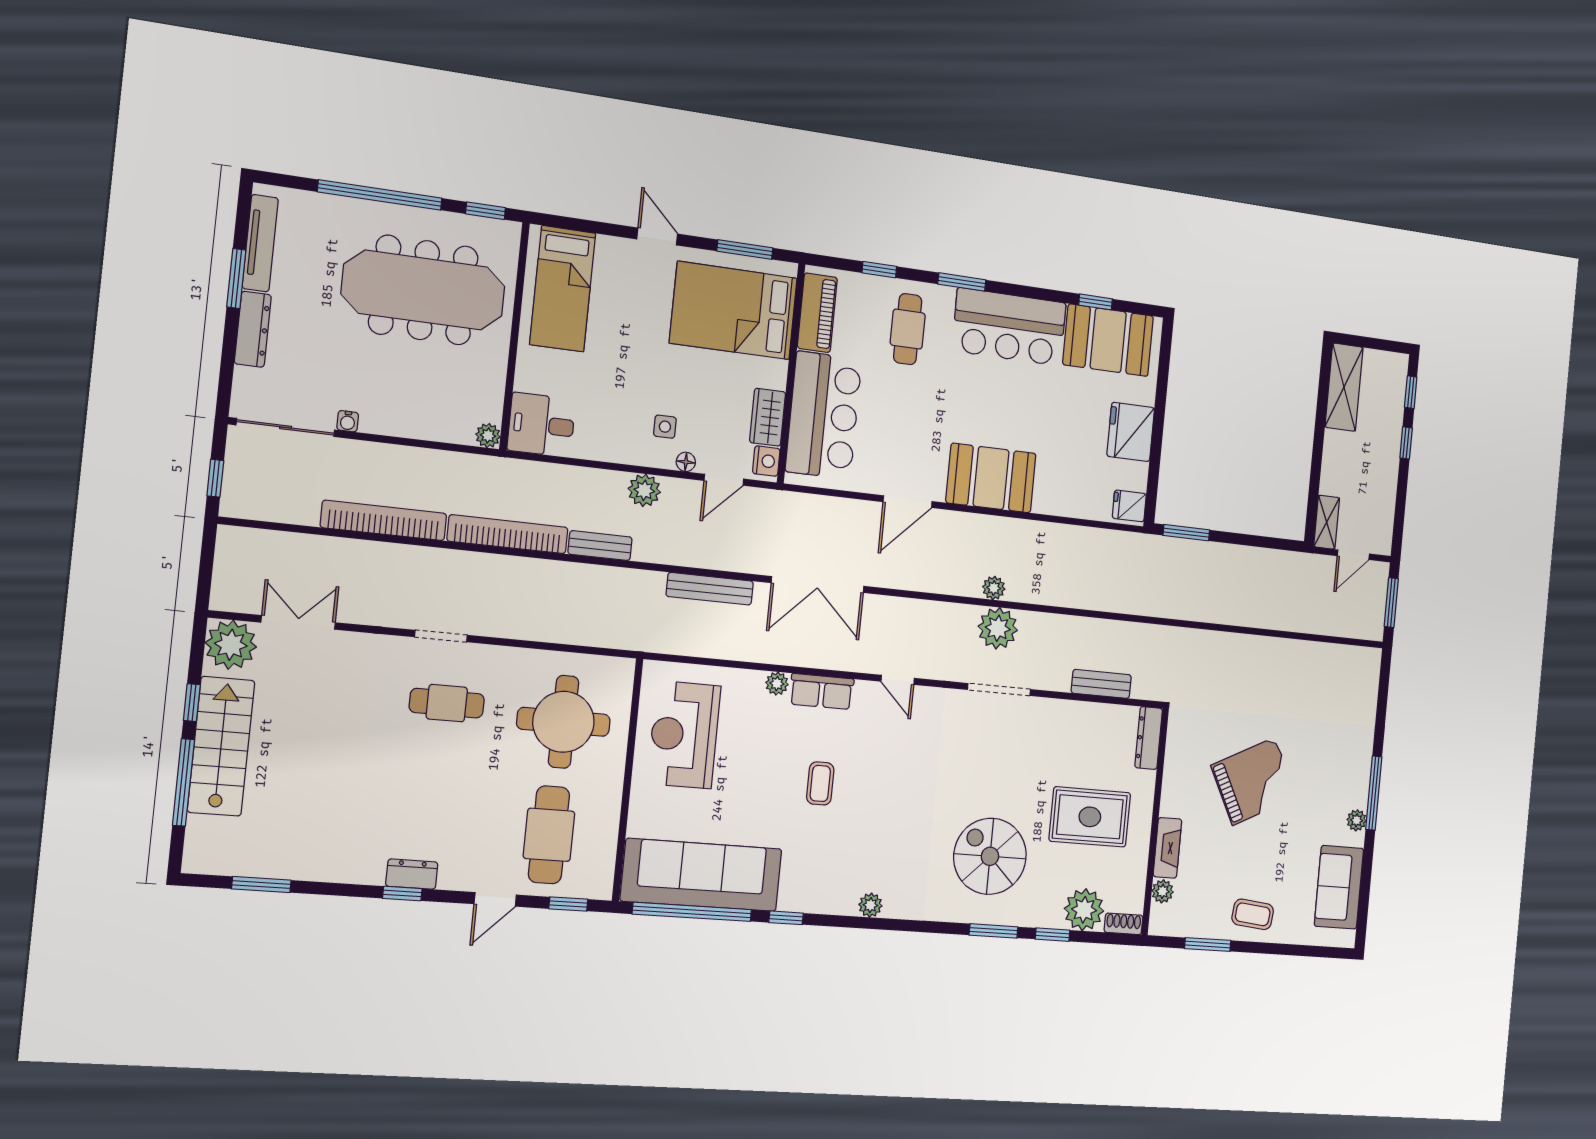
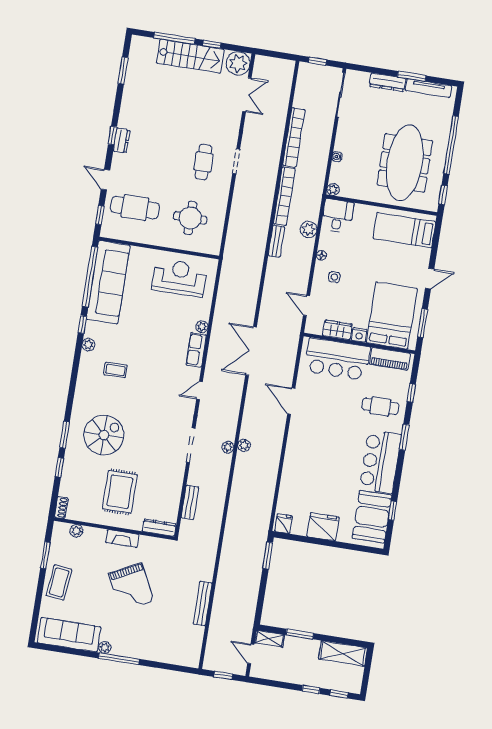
water cooler: (348, 421) -> (337, 157), moved
nightstand: (766, 461) -> (359, 335), moved
floor lamp: (686, 462) -> (321, 255), moved
window: (1316, 467) -> (300, 634), added
booth: (991, 478) -> (302, 447), removed
plant: (644, 490) -> (309, 229), moved
bench: (710, 589) -> (203, 603), moved
window: (1391, 603) -> (223, 675), width x0.67
plant: (998, 628) -> (228, 447), width x0.53, depth x0.53
round table: (563, 722) -> (190, 218), width x0.73, depth x0.73
coffee table: (820, 783) -> (116, 370), moved
fireplace: (1167, 848) -> (122, 539), moved
sofa: (1339, 887) -> (69, 635), width x1.36
plant: (870, 905) -> (88, 345), moved
plant: (1084, 910) -> (71, 486), removed
coffee table: (1253, 914) -> (59, 582), width x1.36, depth x1.30

